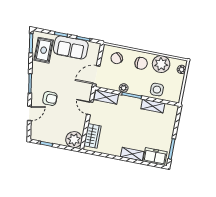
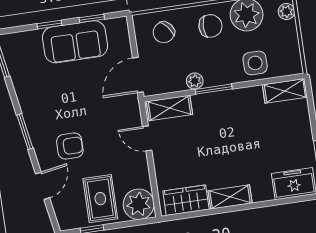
rug: (44, 50) -> (100, 199), moved
shelving: (153, 106) -> (285, 91), moved
wardrobe: (92, 136) -> (186, 200), moved, turned -90
shelving: (132, 154) -> (230, 197), moved

